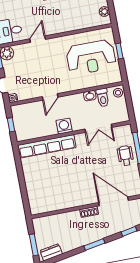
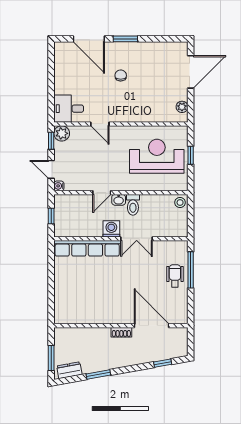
door: (38, 39) -> (100, 124), swing flipped
reception desk: (91, 57) -> (157, 156), turned 180
washbasin: (90, 96) -> (119, 200), moved
toilet: (103, 98) -> (133, 205), moved
double door: (98, 128) -> (137, 239), moved
window: (94, 244) -> (98, 375), moved

